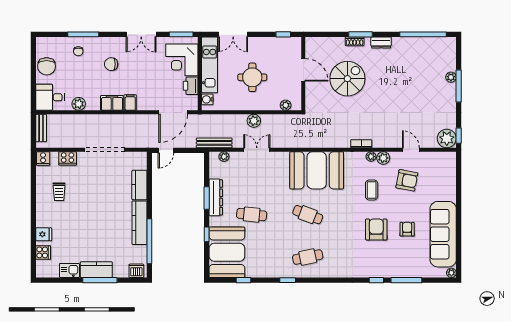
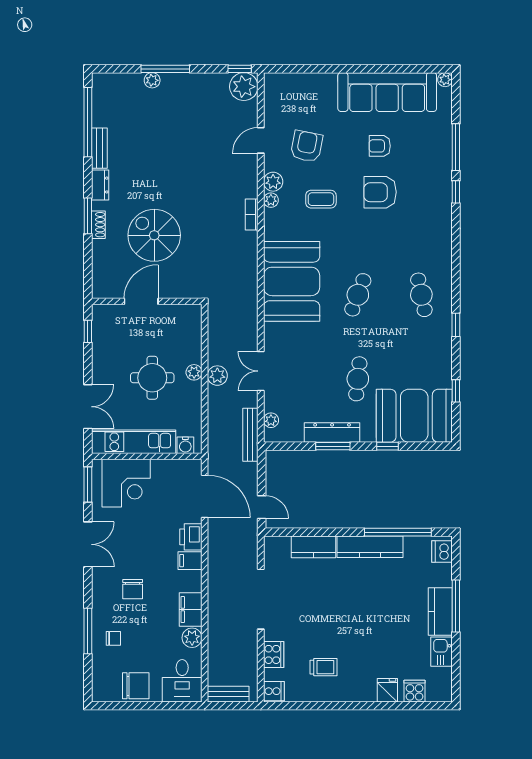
bench: (406, 42) -> (99, 148), added
printer: (191, 86) -> (191, 537), moved, turned 90
filing cabinet: (112, 103) -> (191, 610), moved
plant: (286, 105) -> (194, 372), moved

